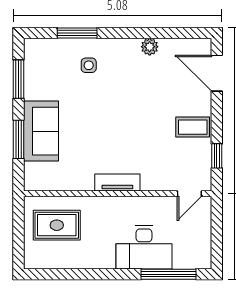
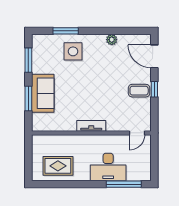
side table: (89, 65) -> (73, 51), width x1.87, depth x1.87
window: (217, 156) -> (154, 89), moved
rug: (57, 225) -> (58, 166), moved

